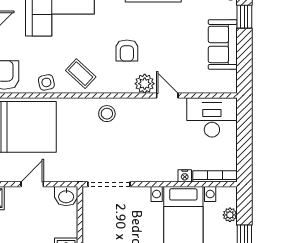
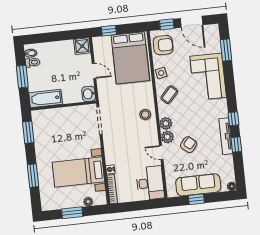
window: (244, 17) -> (196, 199), moved
sofa: (223, 44) -> (198, 185), width x1.36
armchair: (127, 50) -> (189, 145), moved, turned 130
plant: (124, 84) -> (166, 123), added
door: (167, 95) -> (161, 152), swing flipped

